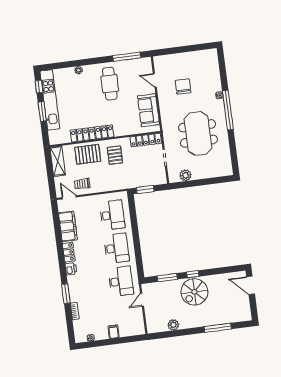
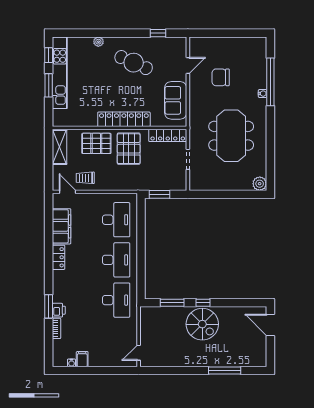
window: (127, 57) -> (158, 33), width x0.46
door: (155, 80) -> (188, 66), swing flipped
cafe table: (110, 84) -> (134, 63), turned -66
chair: (183, 86) -> (221, 77), turned -90
window: (228, 110) -> (270, 82), moved
locker: (92, 133) -> (124, 119), moved
pallet: (115, 155) -> (129, 149), width x1.50, depth x1.42
plant: (185, 175) -> (260, 184), moved
printer: (71, 269) -> (59, 310), moved
spiral stairs: (194, 292) -> (202, 324), turned -90
door: (142, 300) -> (139, 353), moved
plant: (173, 325) -> (172, 360), removed
filing cabinet: (114, 332) -> (82, 359), moved

